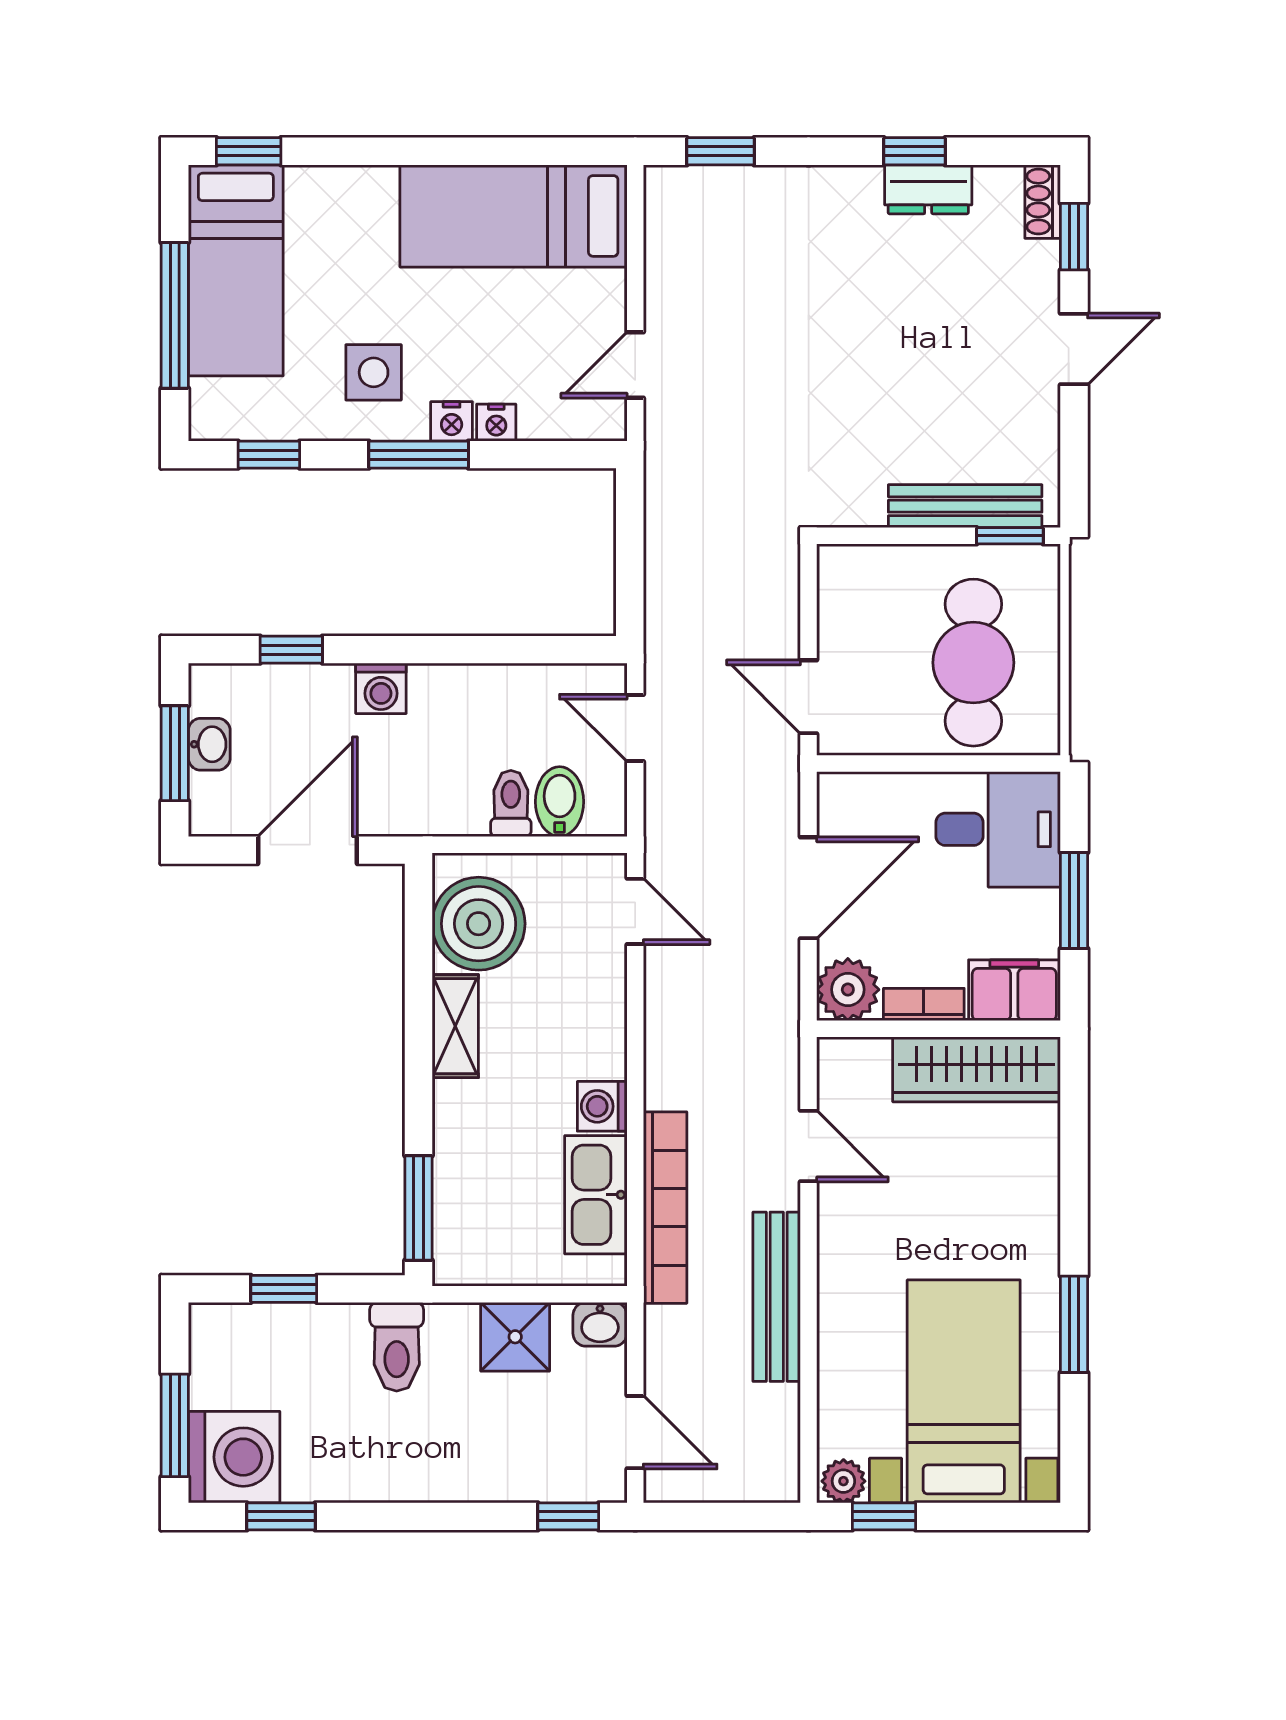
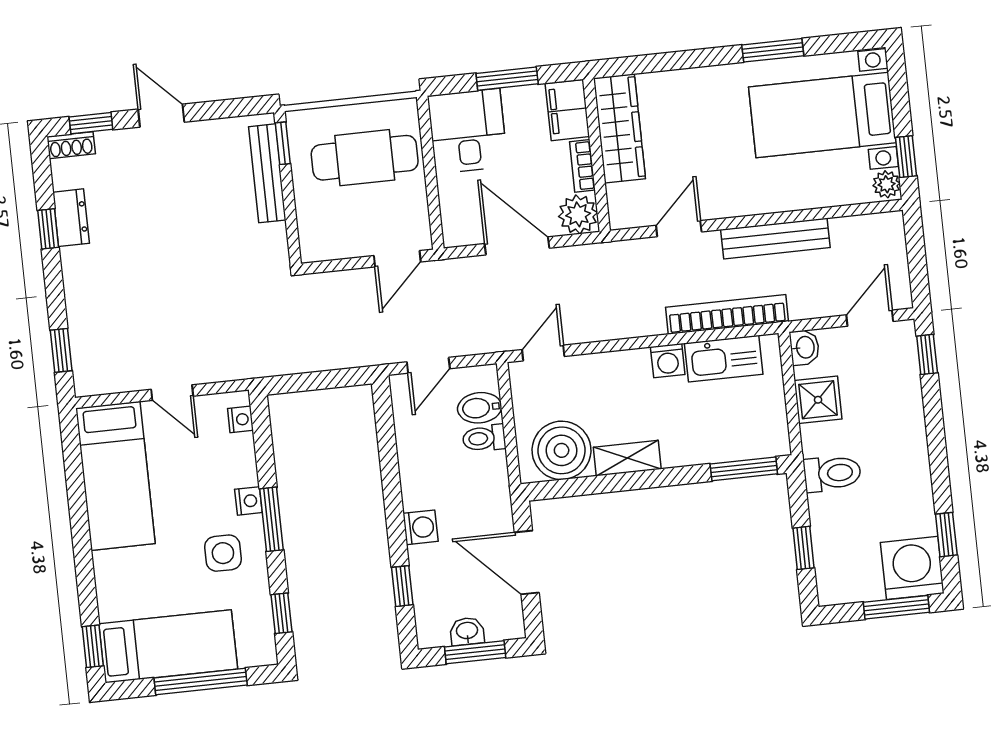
door: (635, 365) -> (172, 393), moved
nightstand: (496, 423) -> (241, 419), moved

